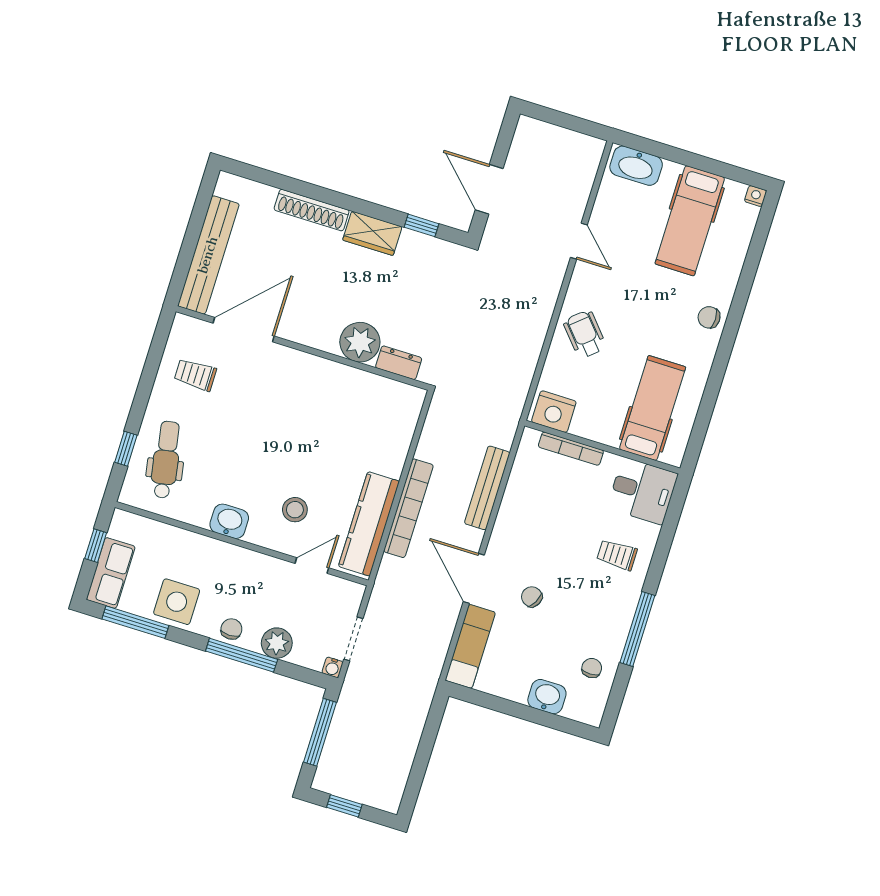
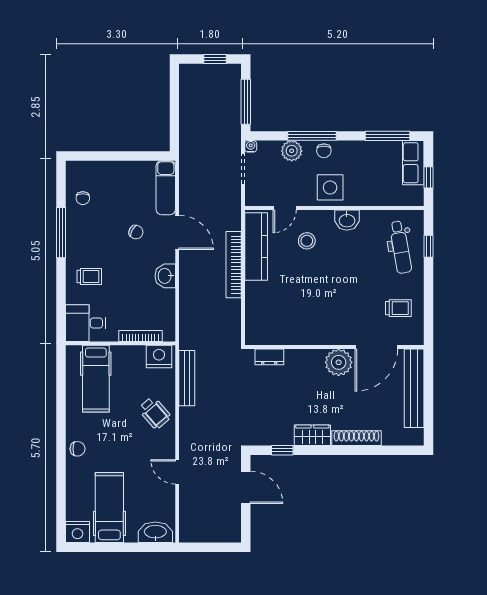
nightstand: (756, 196) -> (77, 532), width x1.89, depth x1.79
plant: (360, 342) -> (339, 362), moved
bench: (487, 488) -> (187, 378), moved
side table: (177, 602) -> (330, 187), moved
washbasin: (547, 697) -> (165, 276), moved, turned 90

